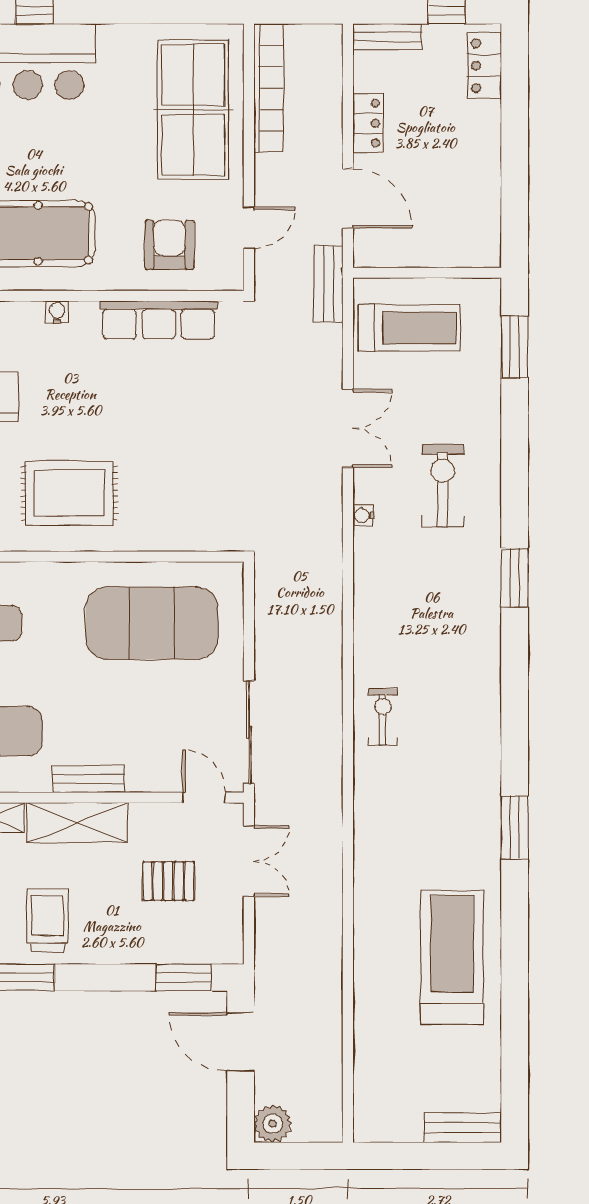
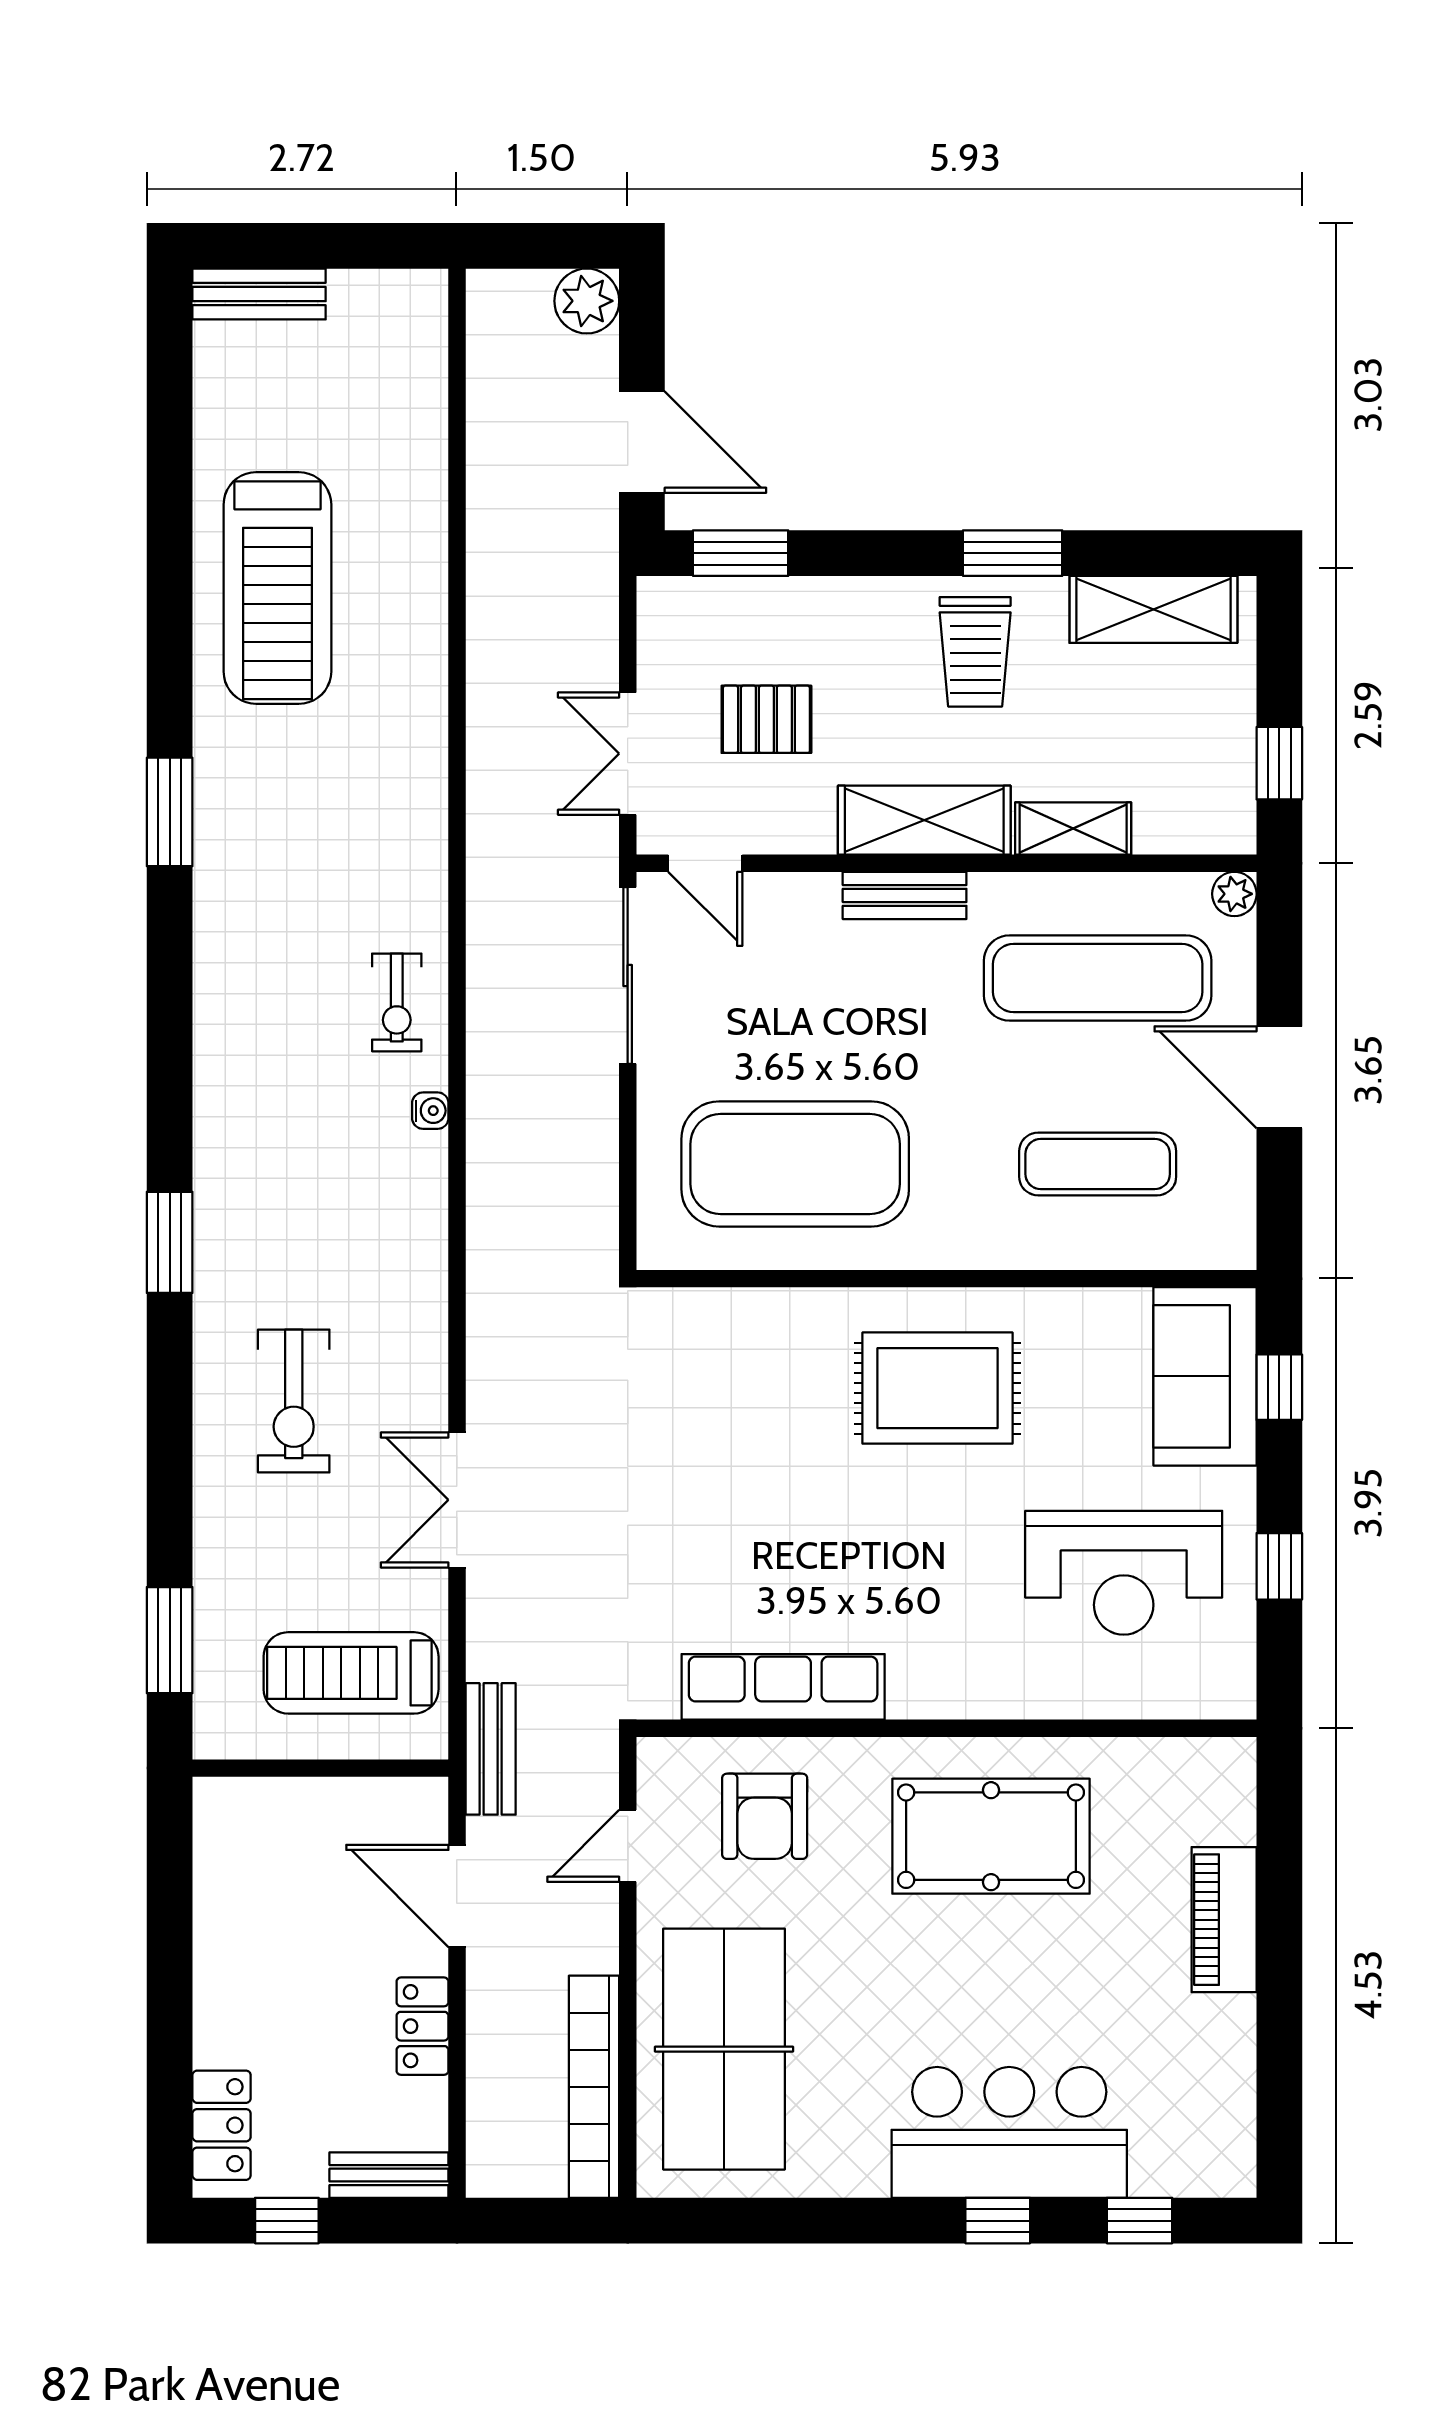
water cooler: (57, 312) -> (958, 1701), removed
water cooler: (363, 515) -> (430, 1111), moved

